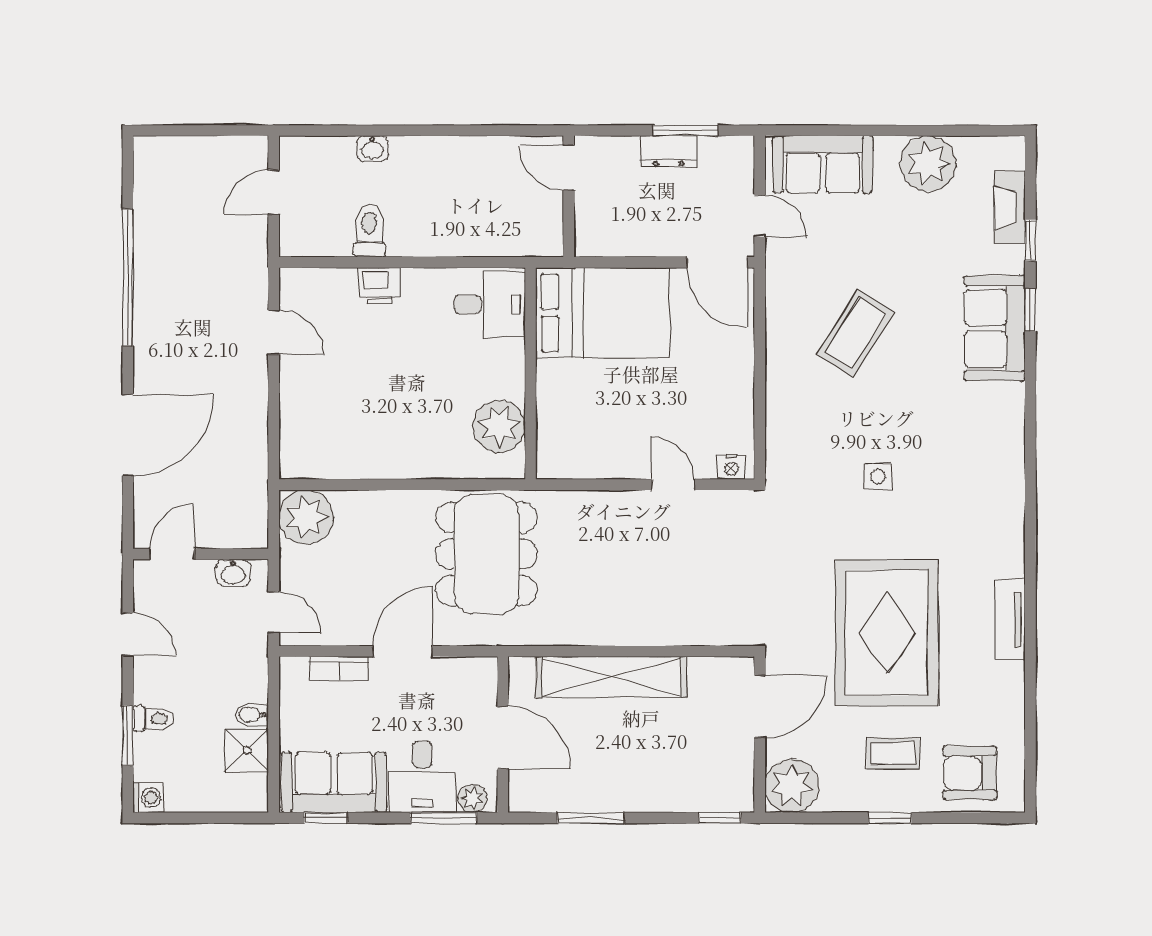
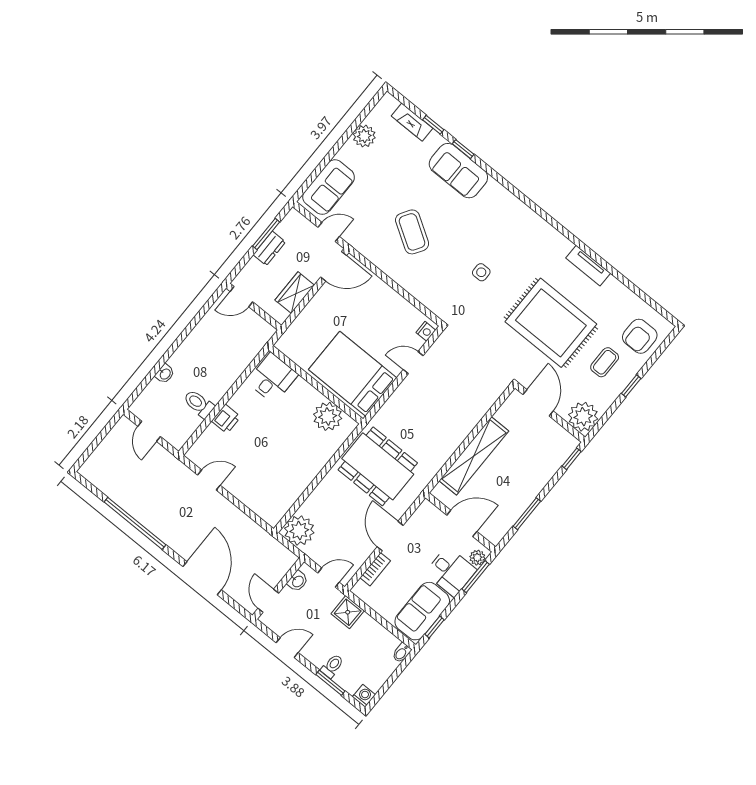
plant: (928, 164) -> (364, 136), width x0.73, depth x0.73
wardrobe: (635, 238) -> (295, 293), added
bed: (603, 313) -> (353, 374), moved, turned -90
bidet: (252, 715) -> (402, 653), moved
shower: (247, 750) -> (348, 612), moved

